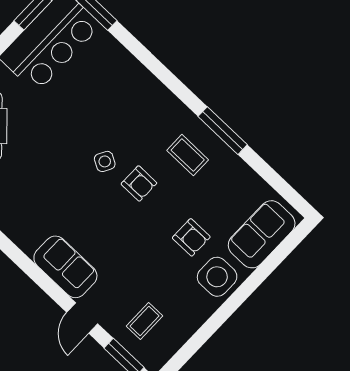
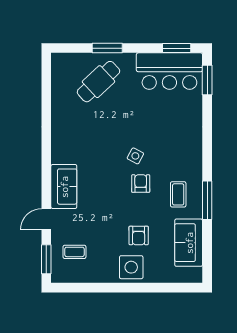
armchair: (139, 183) -> (141, 184), turned 180
sofa: (262, 234) -> (189, 243), moved, turned -90

